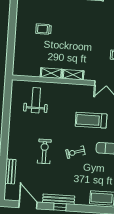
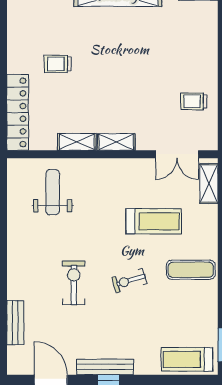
locker: (19, 55) -> (18, 112), added
treadmill: (91, 120) -> (154, 221), turned 180

